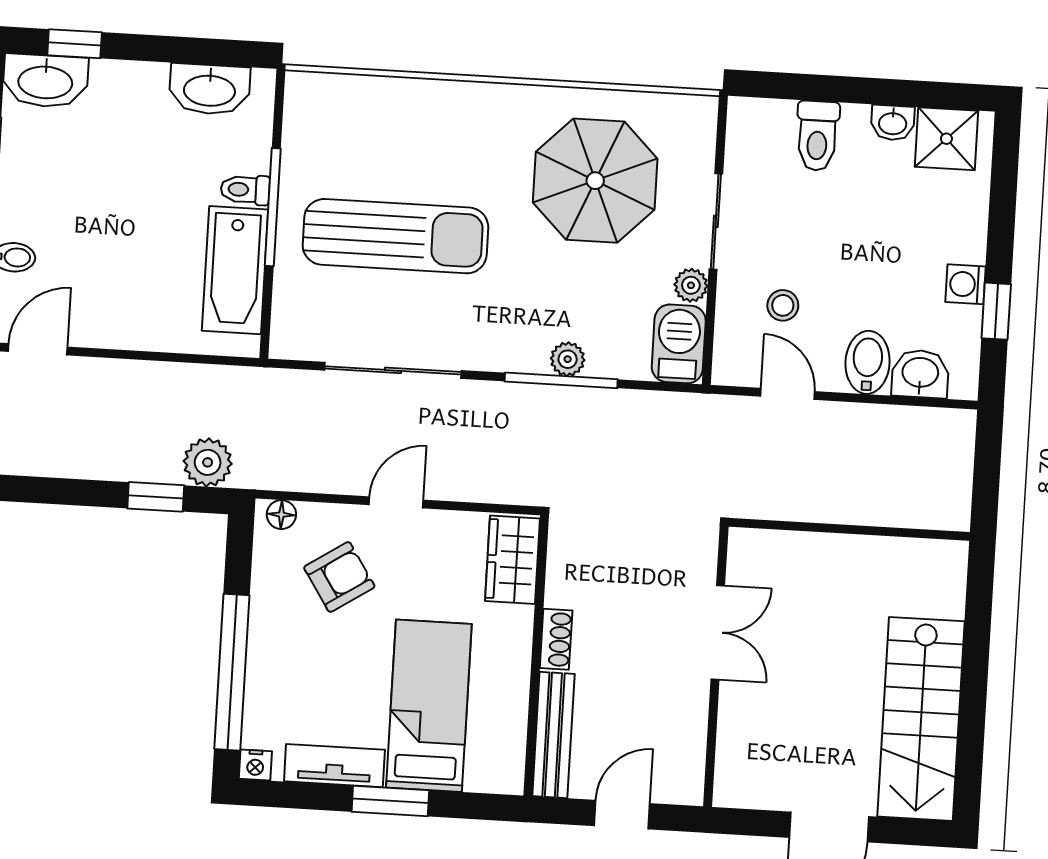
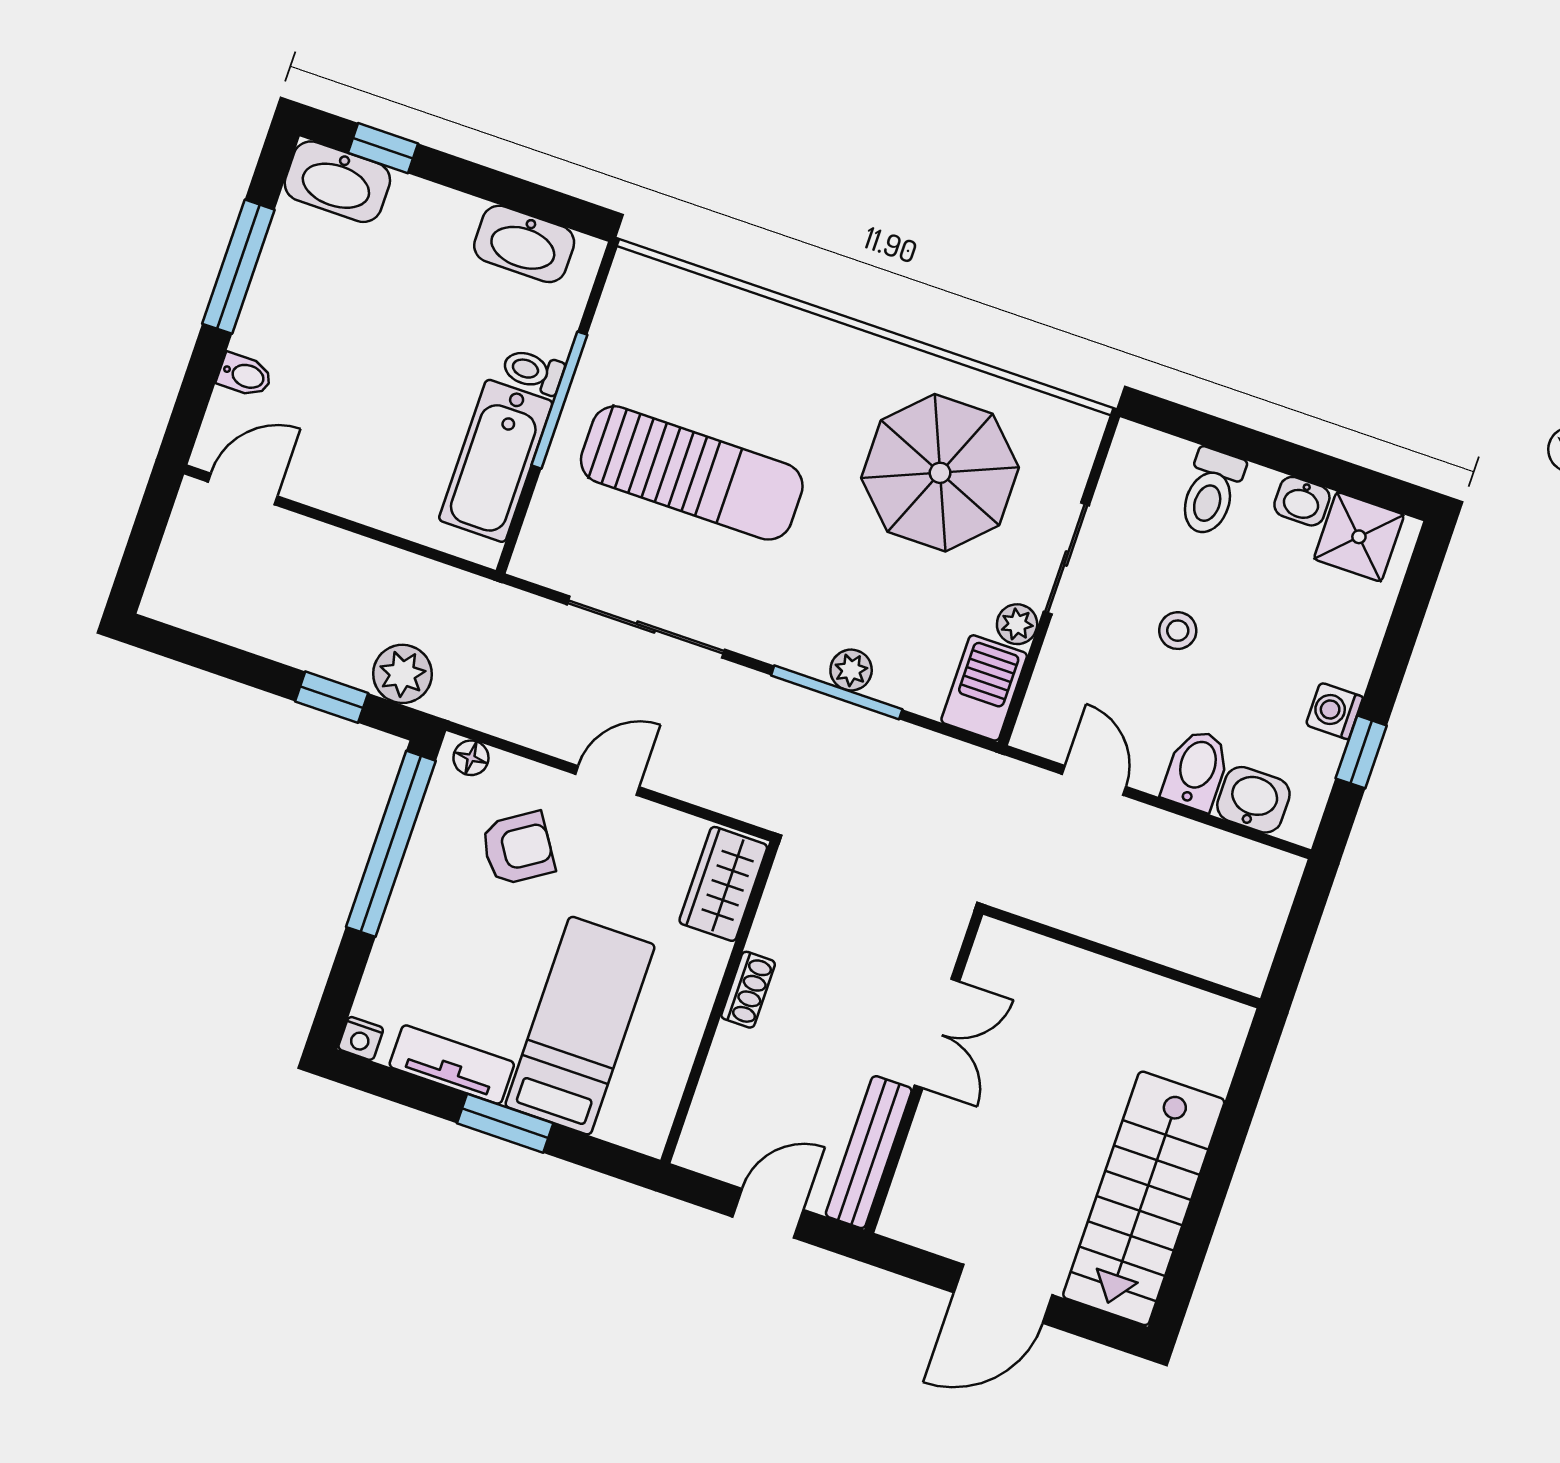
stool: (783, 305) -> (1178, 631), moved
window: (232, 672) -> (391, 844), moved
bench: (553, 735) -> (869, 1152), moved

